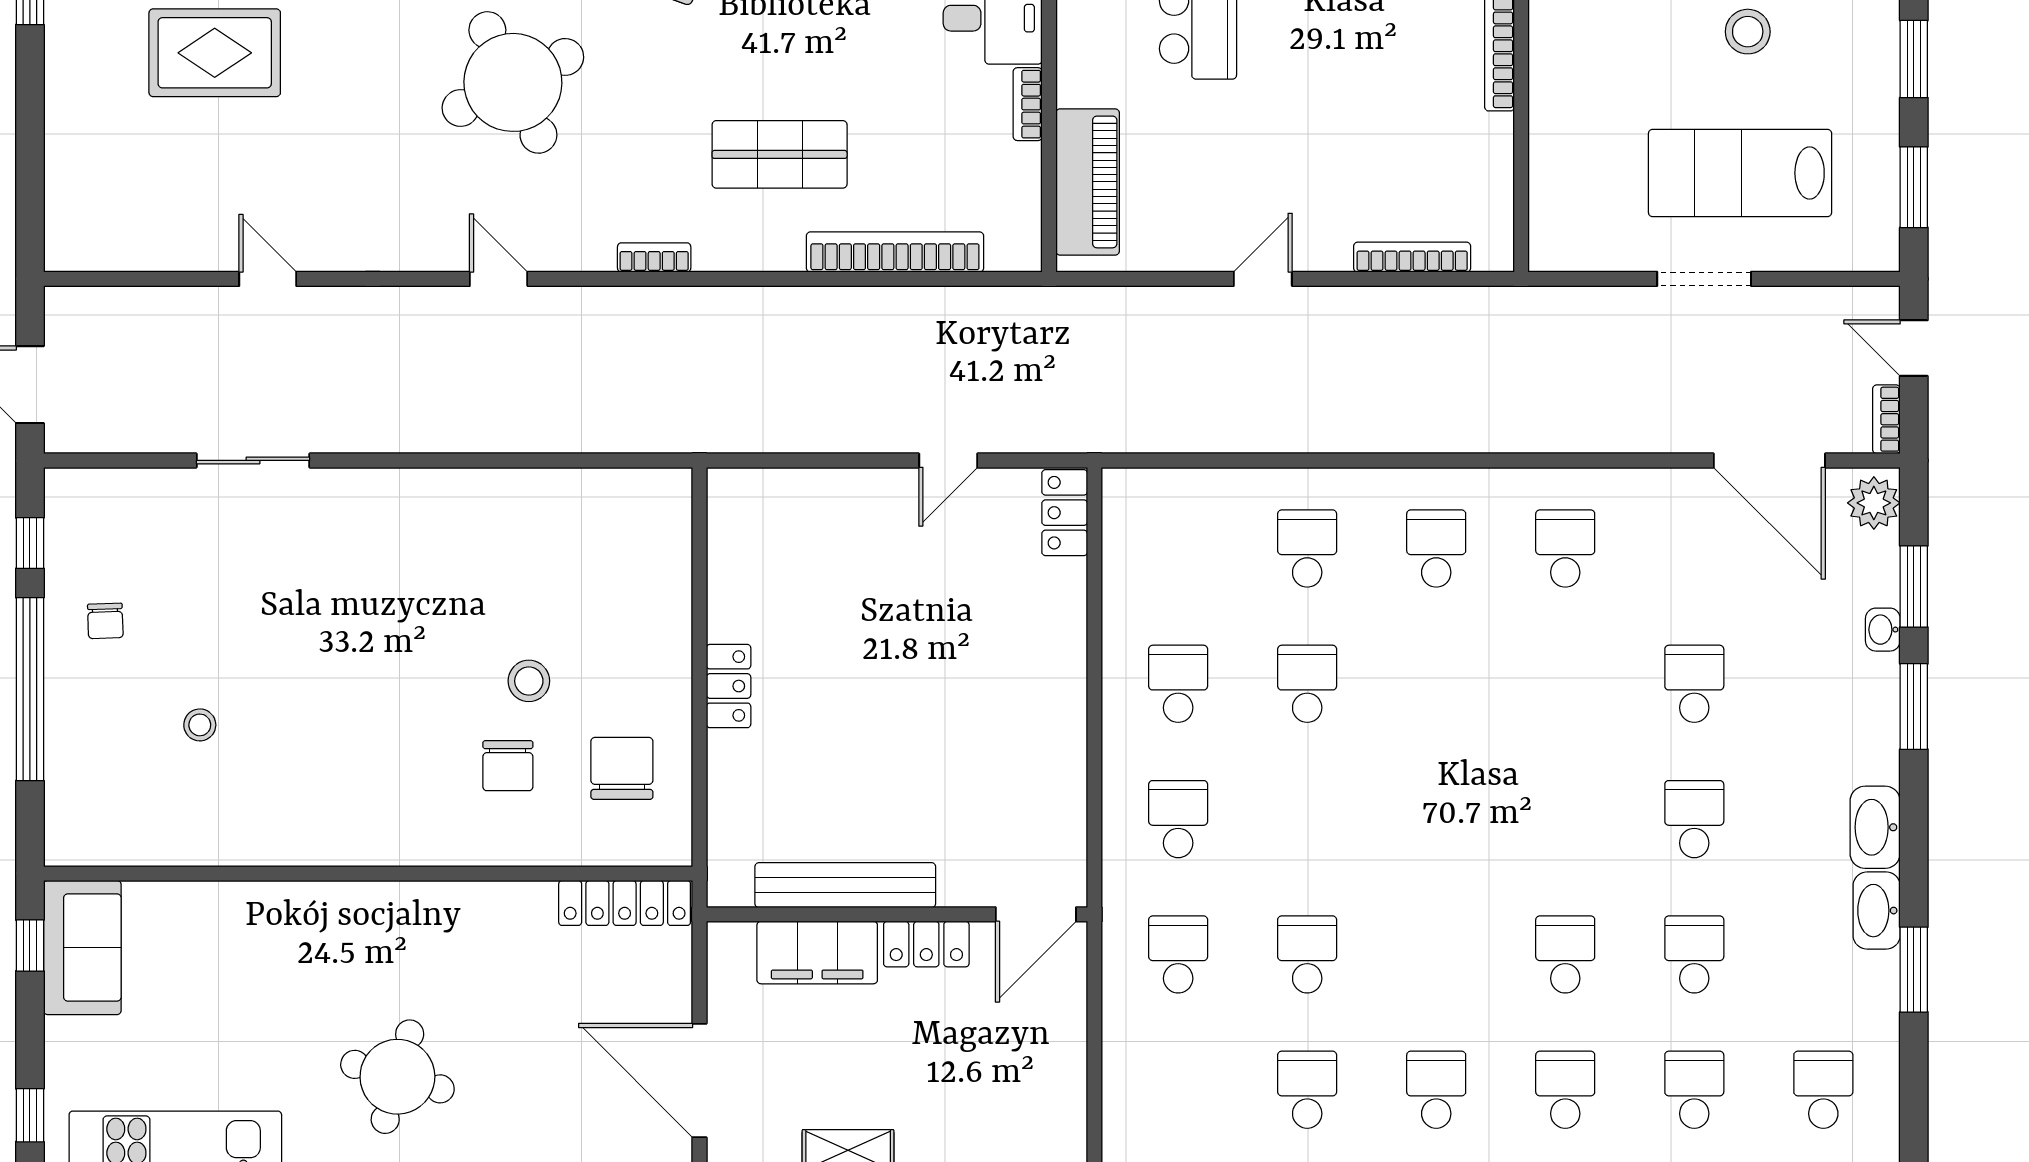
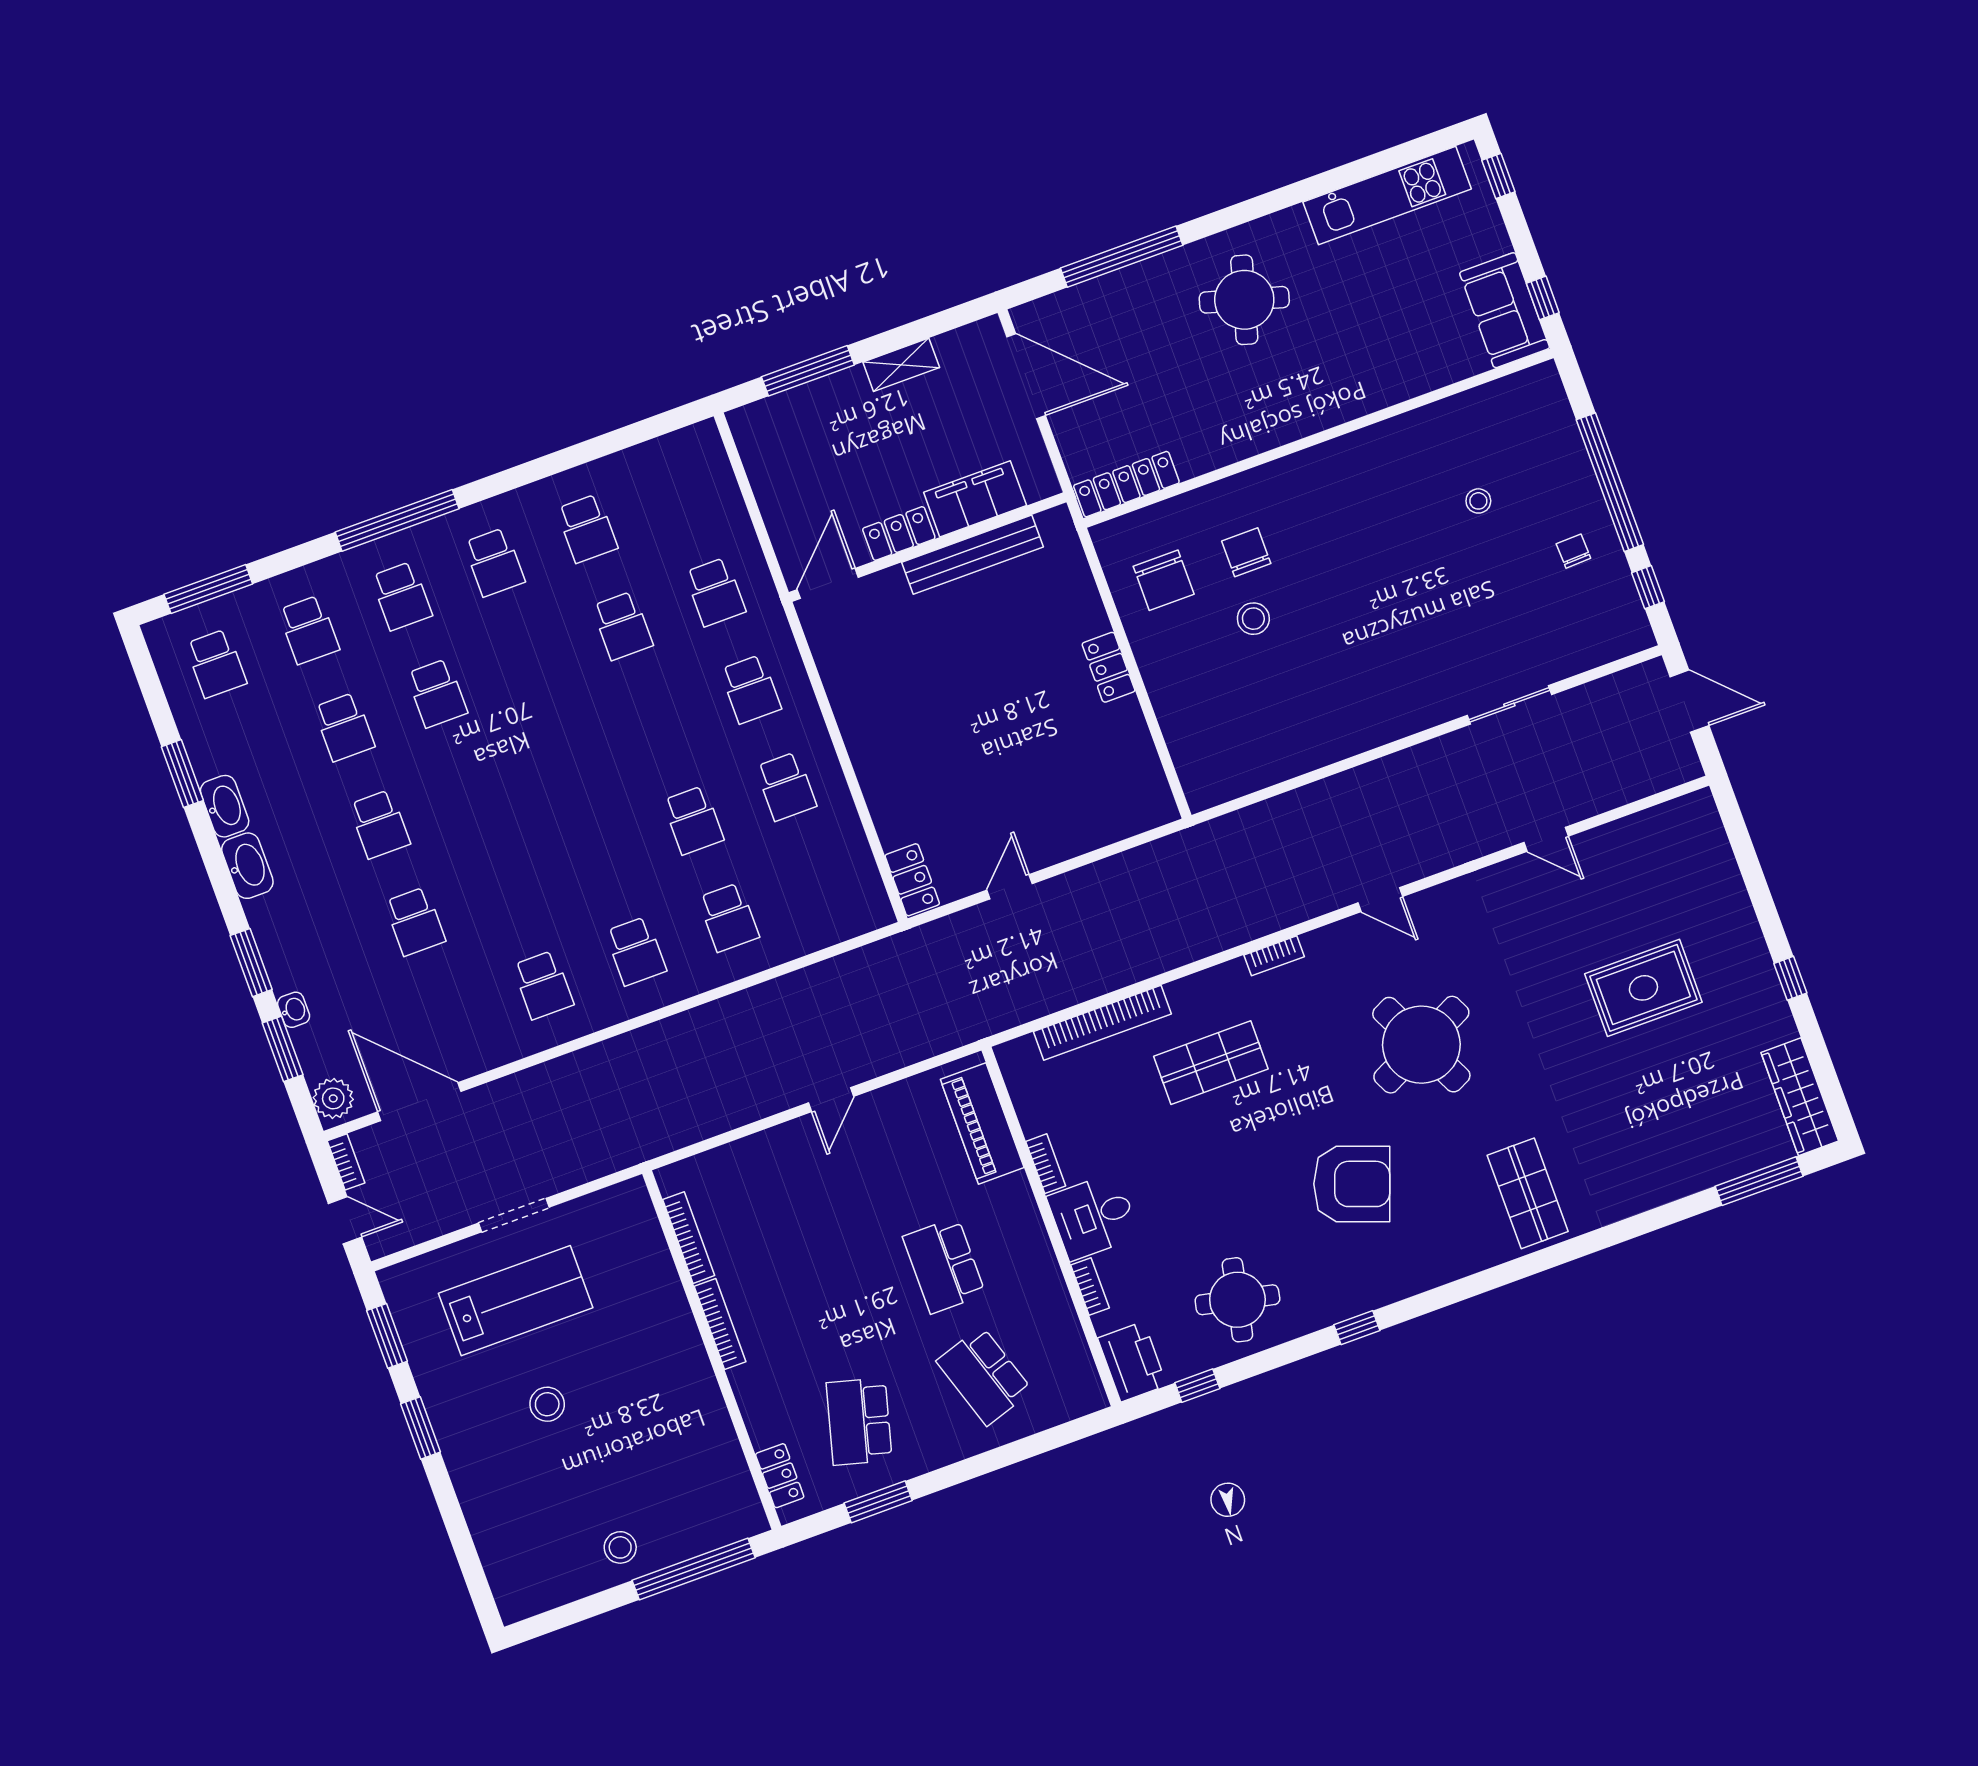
bookcase: (1412, 257) -> (689, 1238), moved, turned -90

